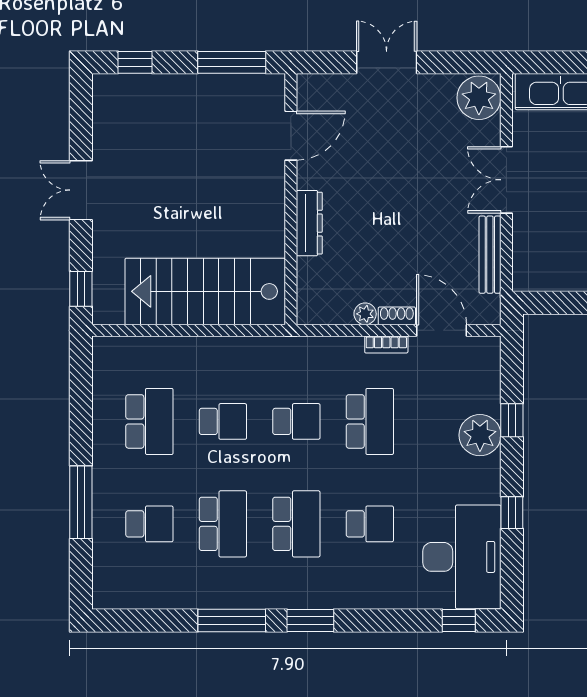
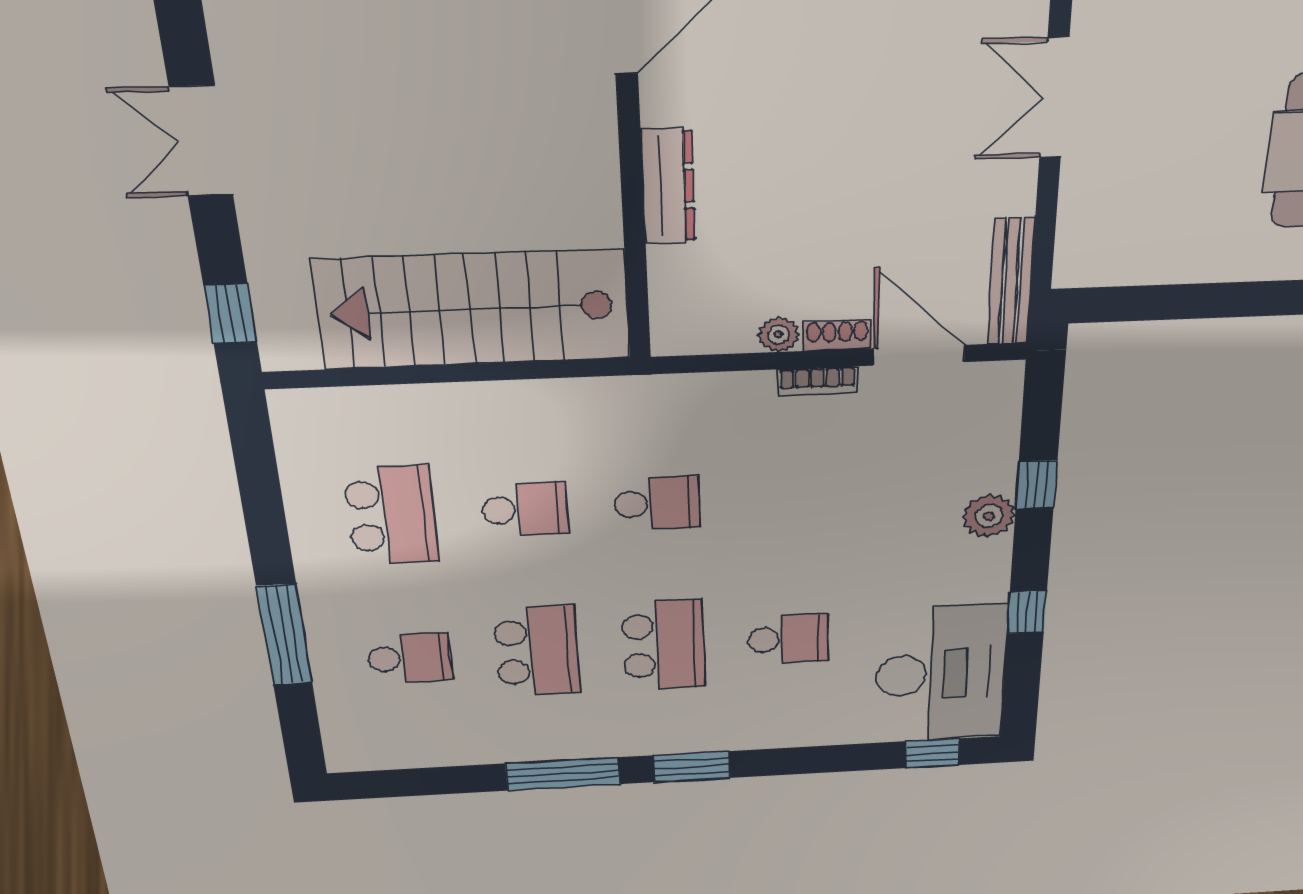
bench: (490, 255) -> (1011, 281), moved
school desk: (370, 421) -> (788, 498), removed
plant: (480, 435) -> (989, 516), width x0.73, depth x0.73

